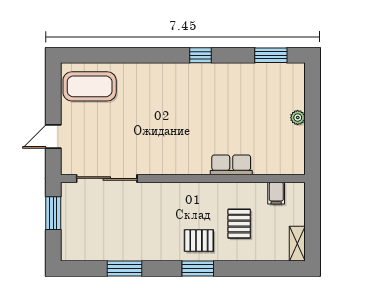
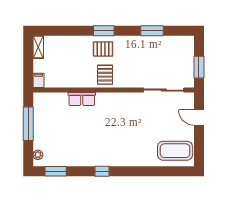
plant: (298, 118) -> (38, 155), moved
window: (312, 127) -> (28, 124), added
door: (53, 136) -> (199, 118), swing flipped
filing cabinet: (276, 193) -> (39, 80), moved
pallet: (239, 224) -> (105, 75), moved

